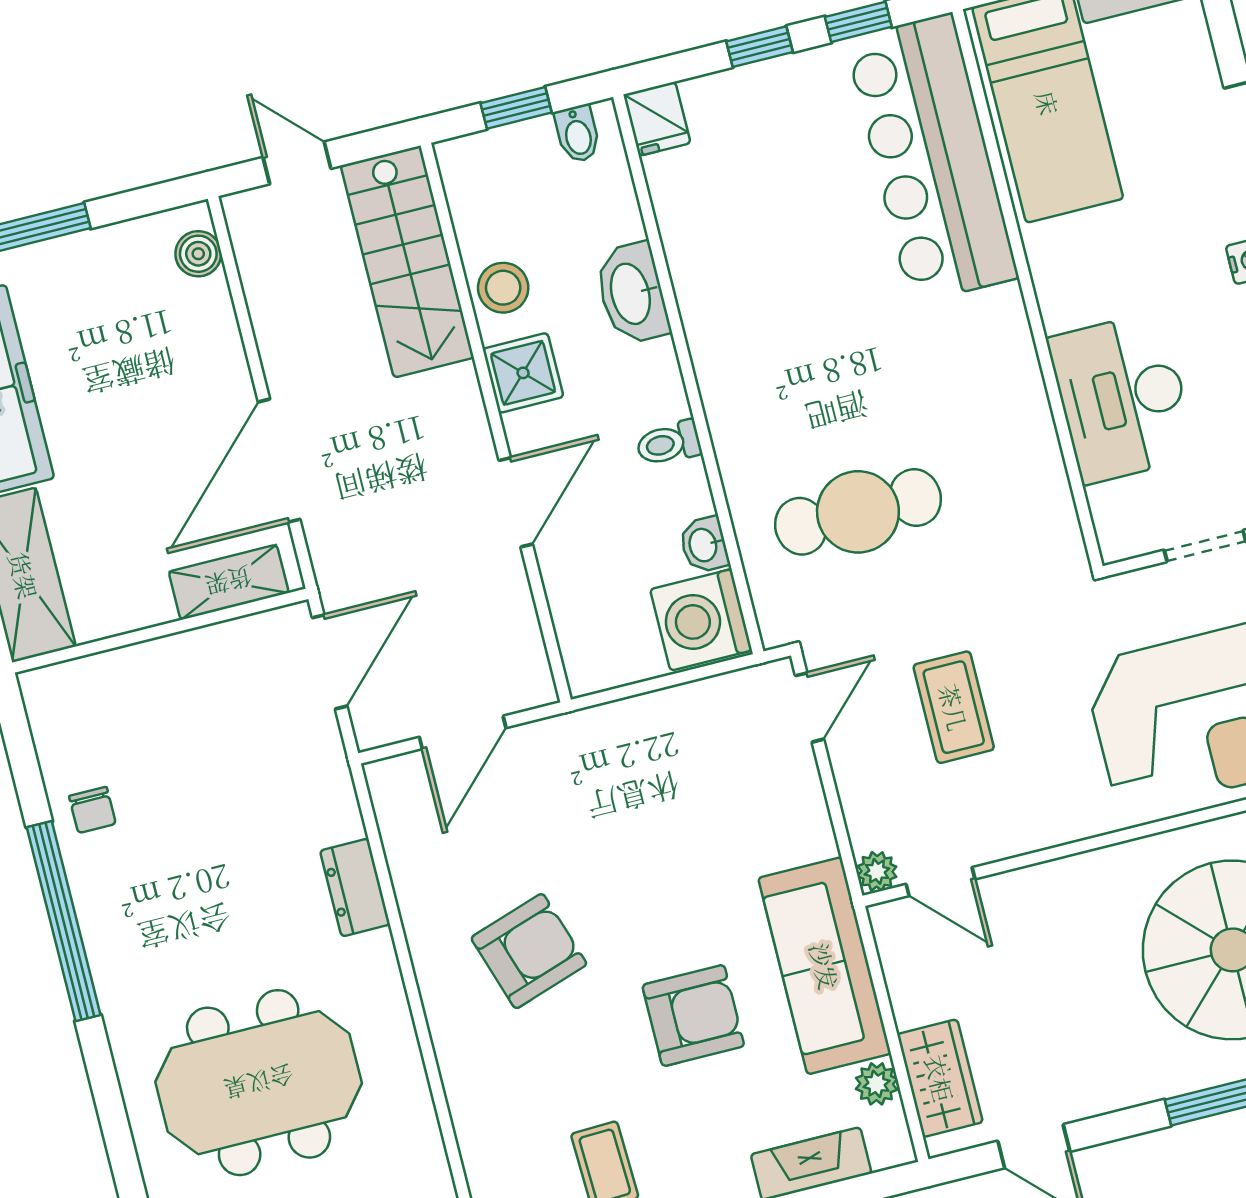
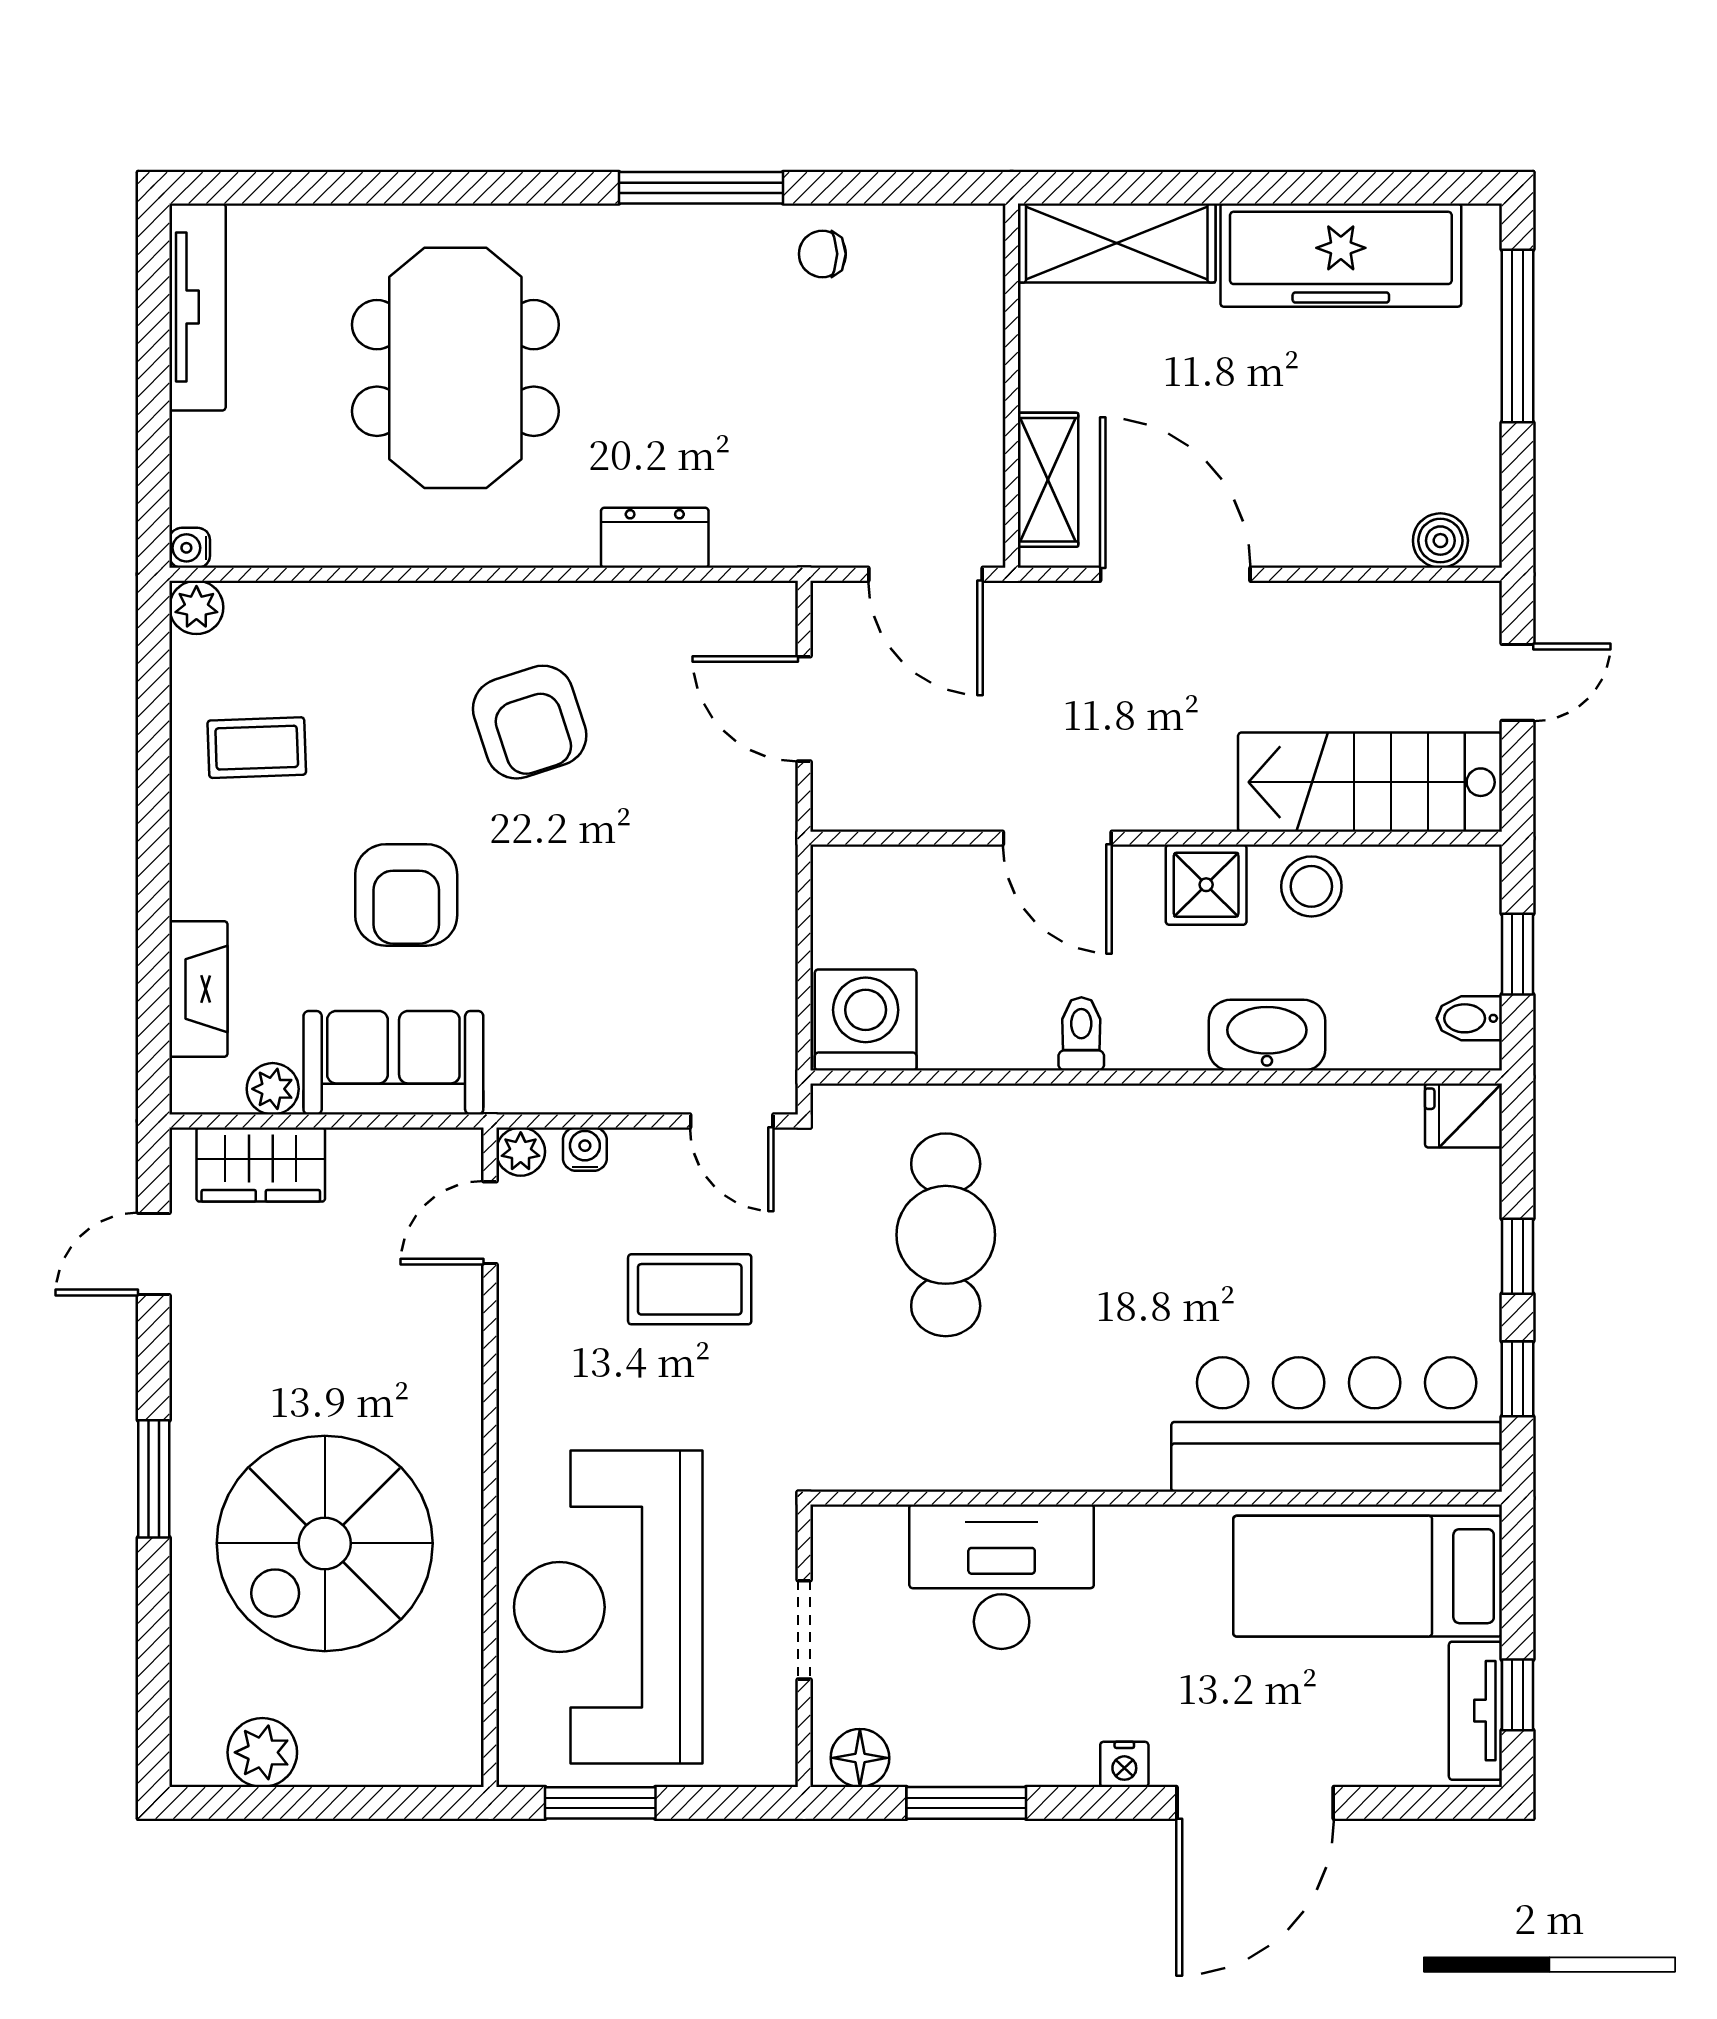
washbasin: (704, 545) -> (952, 1046), removed
water cooler: (862, 820) -> (585, 1149), added
window: (64, 921) -> (701, 188), width x0.68
sofa: (825, 966) -> (393, 1063), width x0.73

